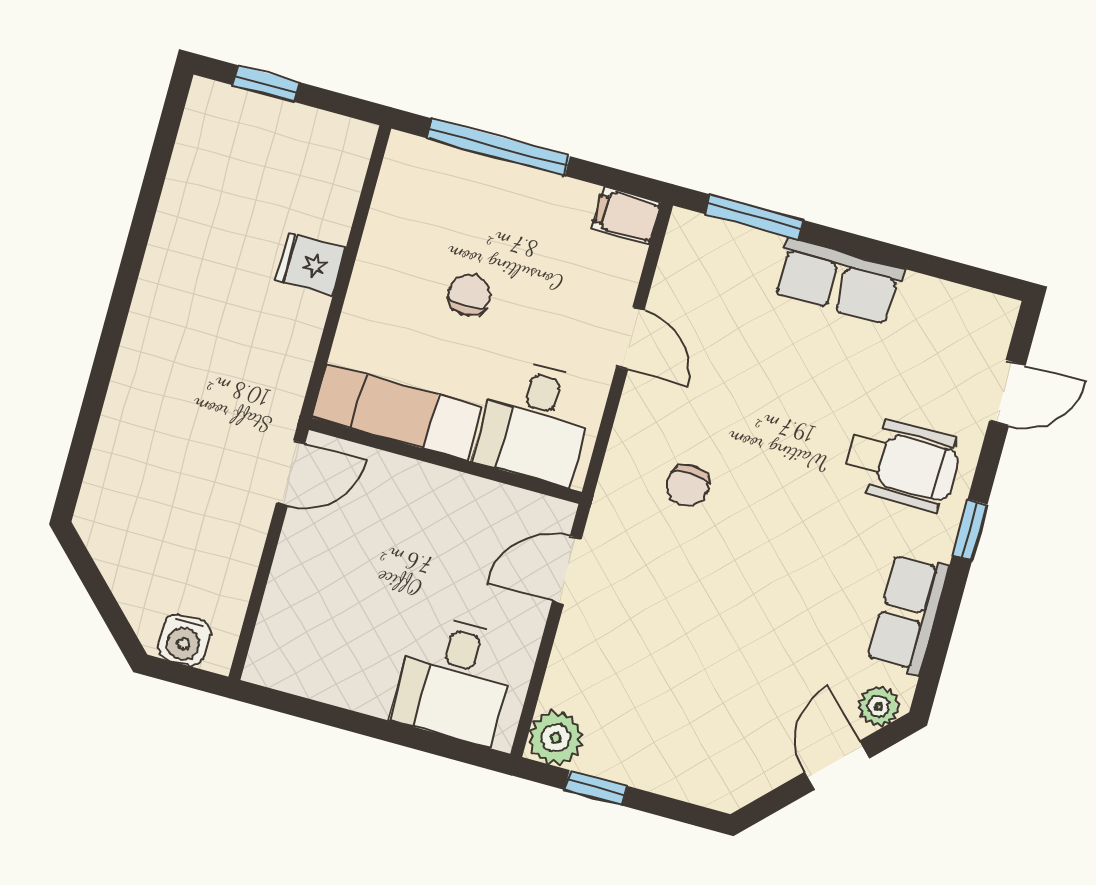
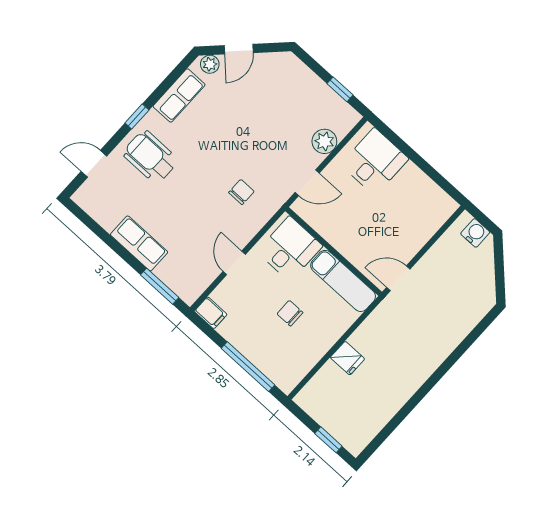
chair: (470, 295) -> (290, 313), turned 90
plant: (556, 738) -> (324, 141), moved

